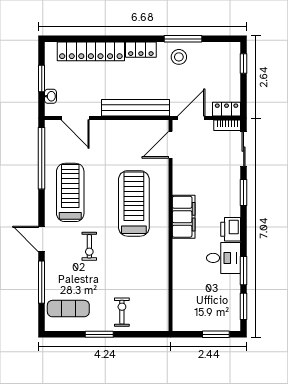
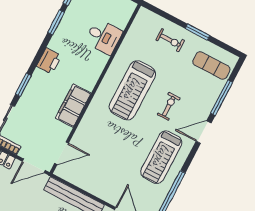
treadmill: (134, 203) -> (132, 90), moved
filing cabinet: (184, 217) -> (73, 106), moved
door: (42, 239) -> (204, 132), swing flipped
desk: (224, 258) -> (104, 37), moved, turned 180
exercise bike: (122, 312) -> (170, 40), turned -90

